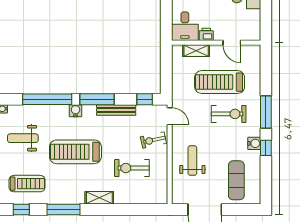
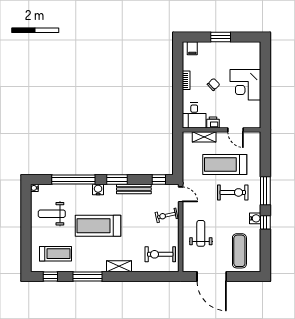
window: (97, 99) -> (117, 180), width x0.69
exercise bike: (132, 168) -> (160, 254), moved

